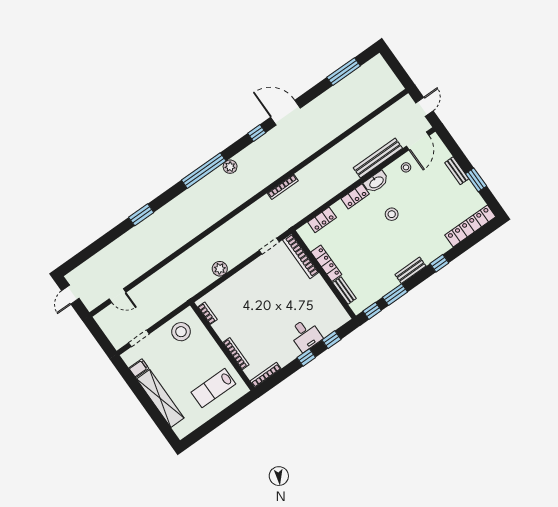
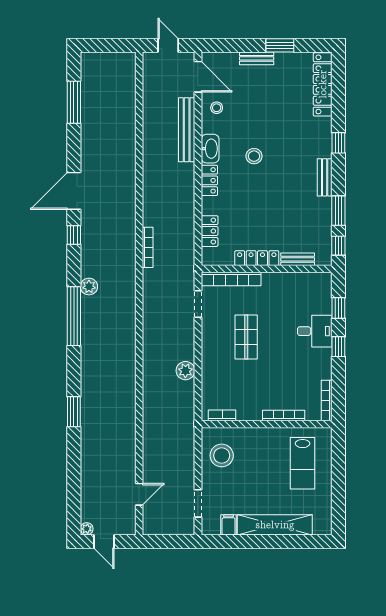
plant: (71, 277) -> (87, 529), added
shop shelf: (270, 293) -> (246, 337), added

